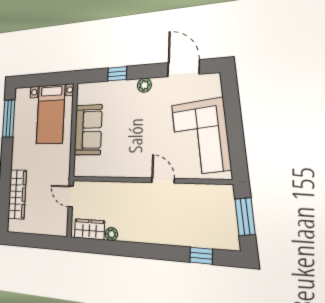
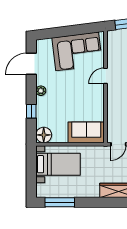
floor lamp: (86, 93) -> (44, 135), added
sofa: (88, 130) -> (86, 132), moved

